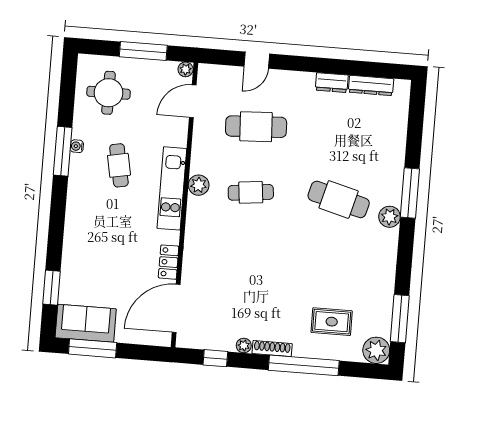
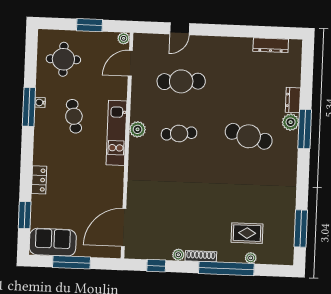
window: (143, 51) -> (90, 25), width x0.69
dresser: (332, 83) -> (293, 100), moved, turned 90
plant: (390, 217) -> (291, 122), moved
locker: (169, 262) -> (39, 180), moved, turned 180
window: (93, 348) -> (72, 262), moved
plant: (376, 350) -> (251, 258), moved, width x0.53, depth x0.53

